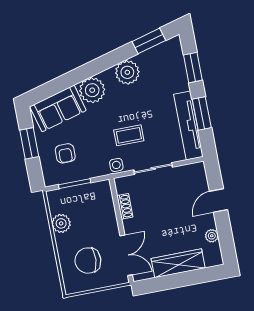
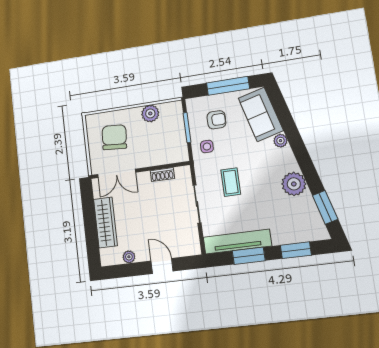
plant: (92, 90) -> (280, 141), width x0.53, depth x0.53
window: (29, 143) -> (228, 86), width x1.44
armchair: (65, 153) -> (216, 120), turned 180
side table: (116, 165) -> (207, 146), moved

